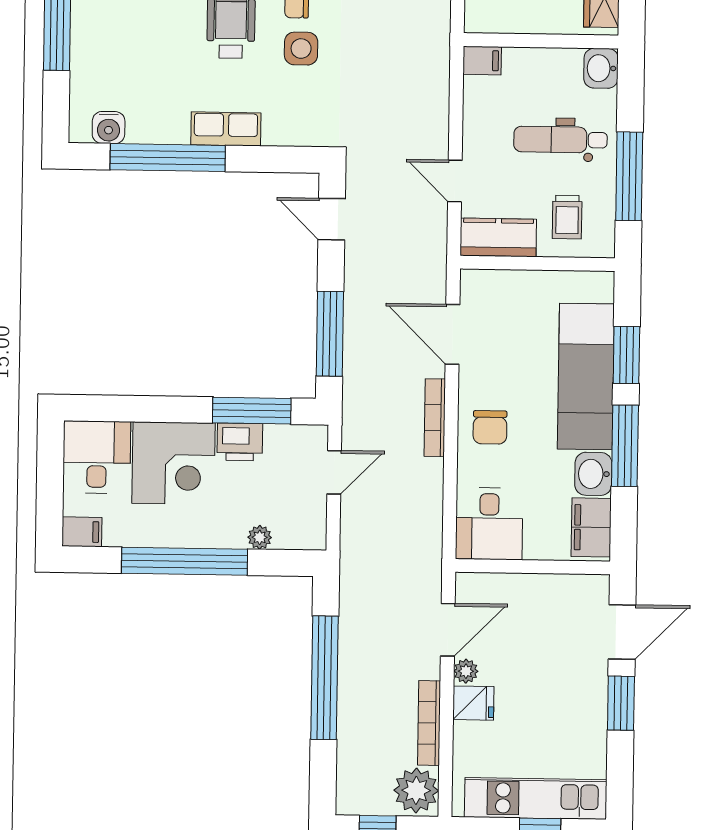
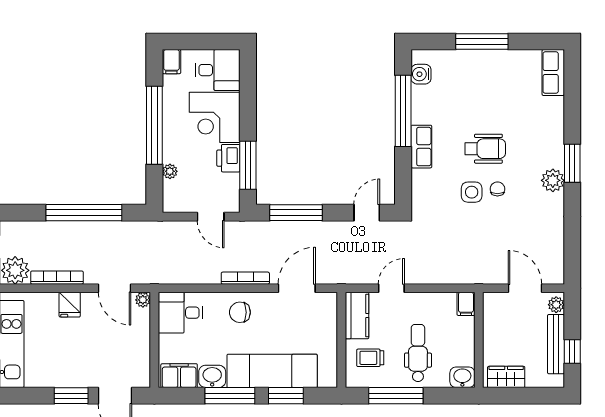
plant: (466, 671) -> (143, 300), moved

